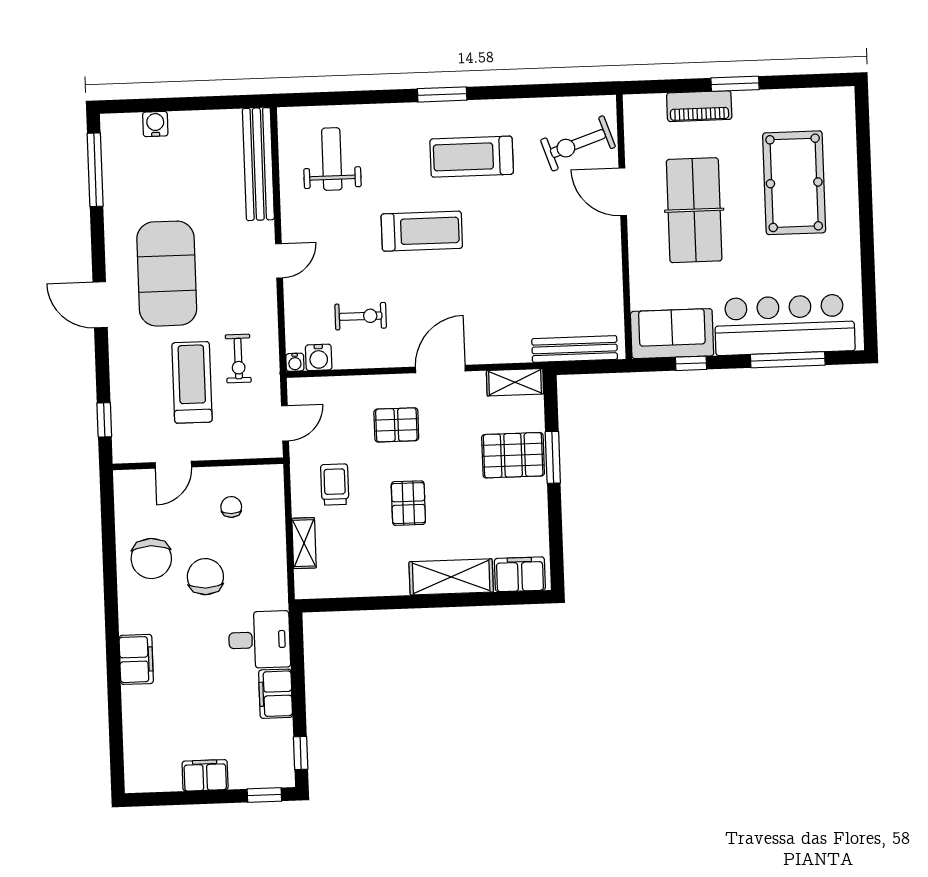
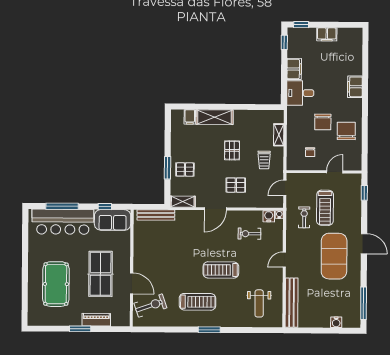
pallet: (513, 455) -> (185, 169), width x0.67, depth x0.71
filing cabinet: (520, 574) -> (190, 117), width x0.50

